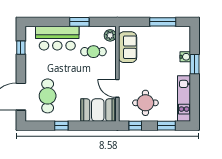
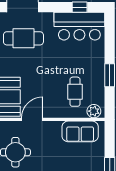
bar counter: (57, 38) -> (79, 26), moved, turned -90

